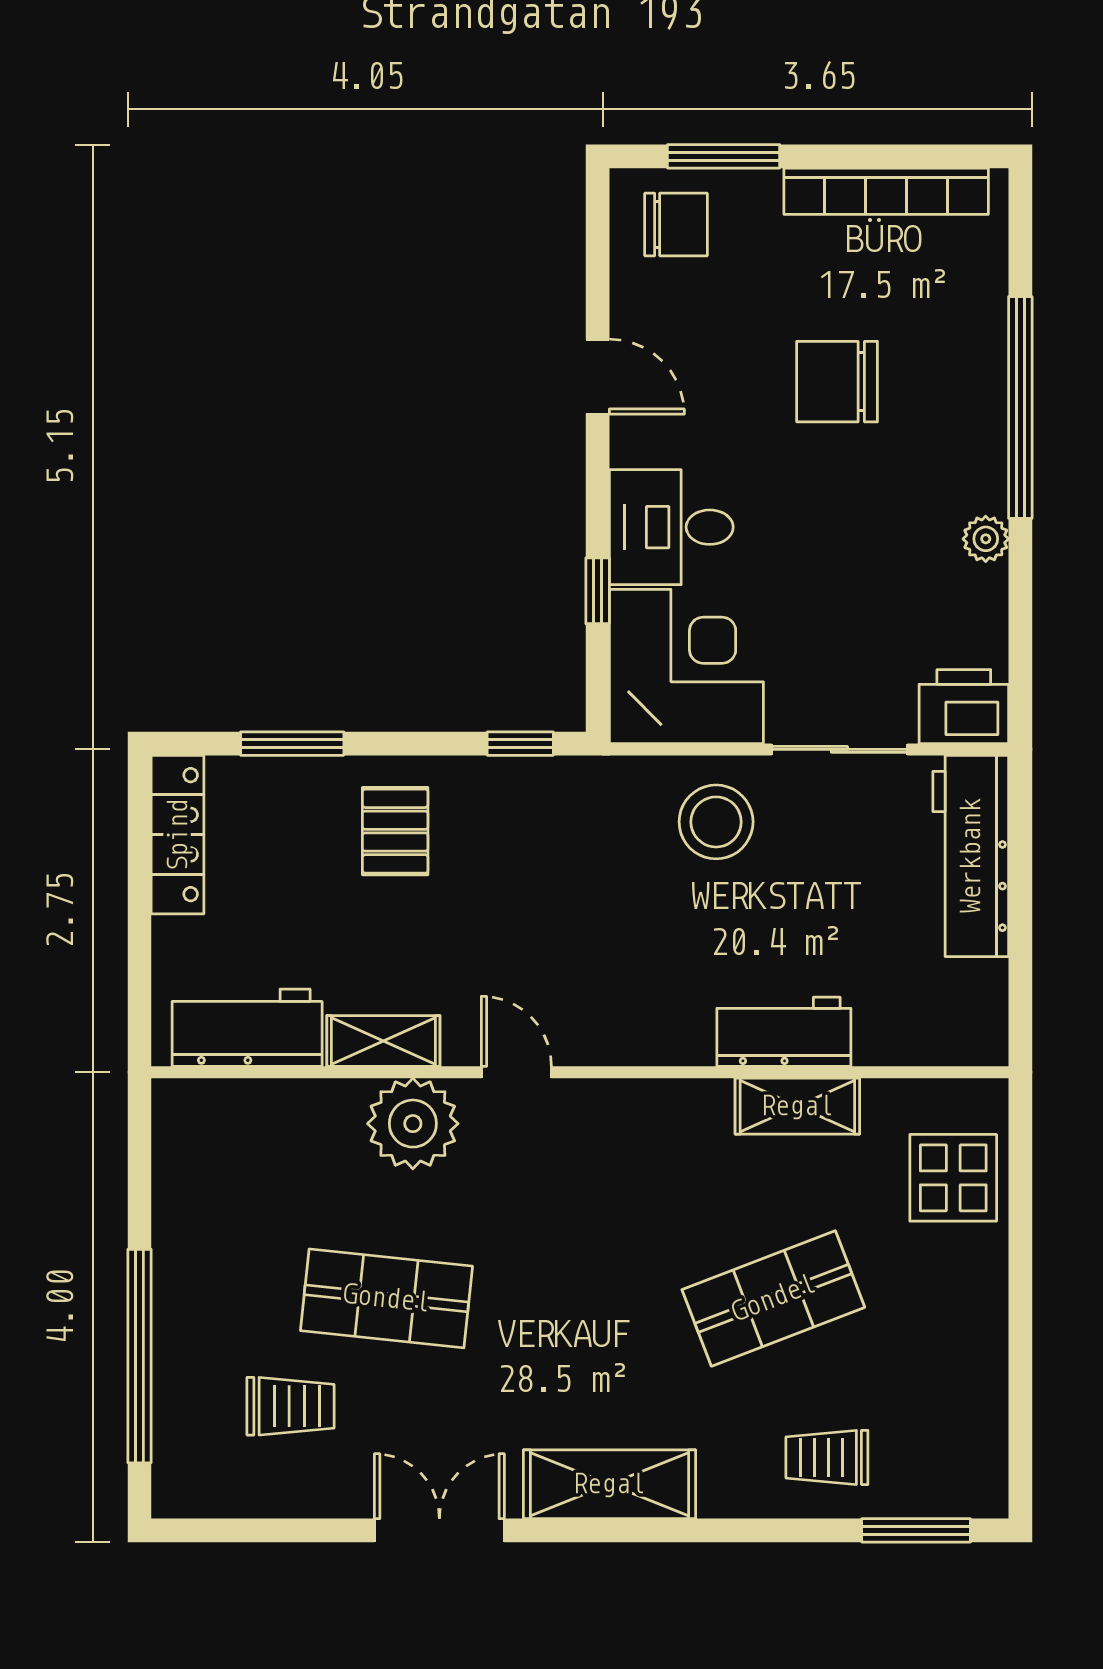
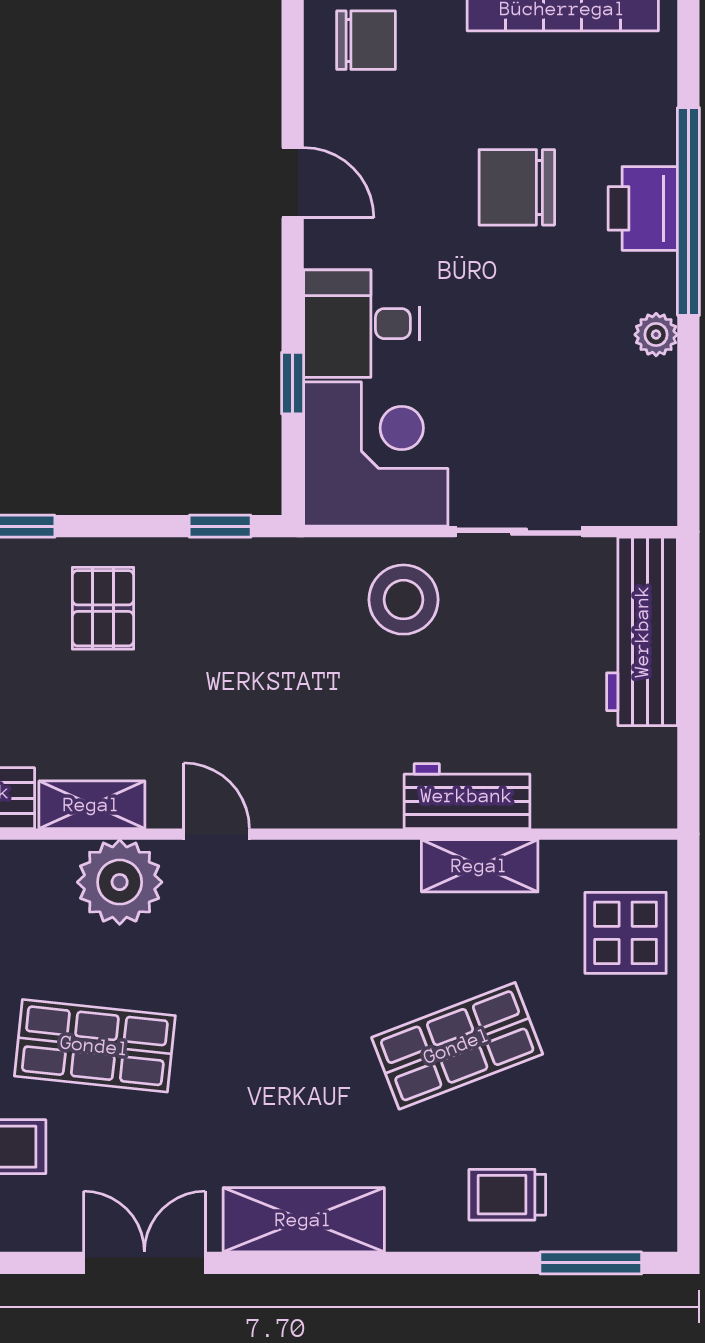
printer: (964, 707) -> (643, 208), moved, turned -90

